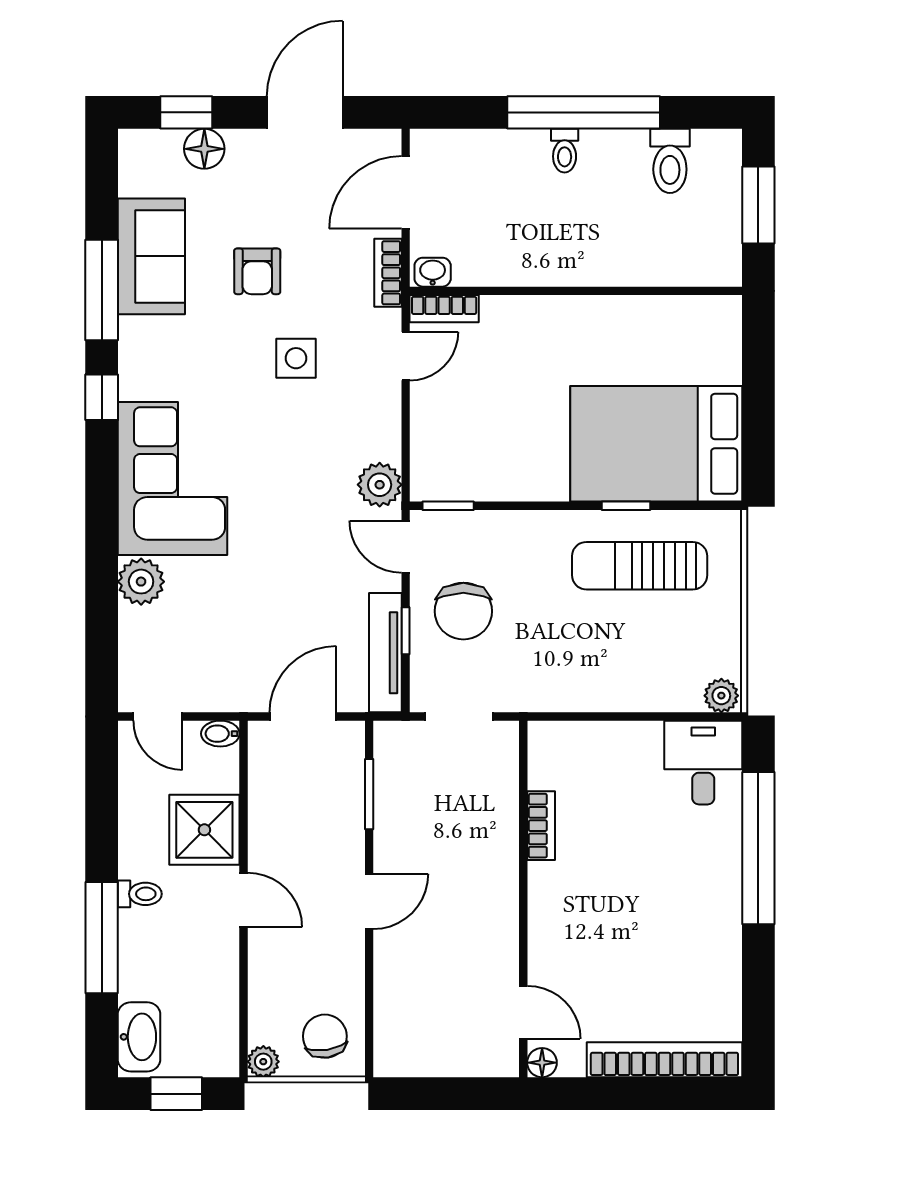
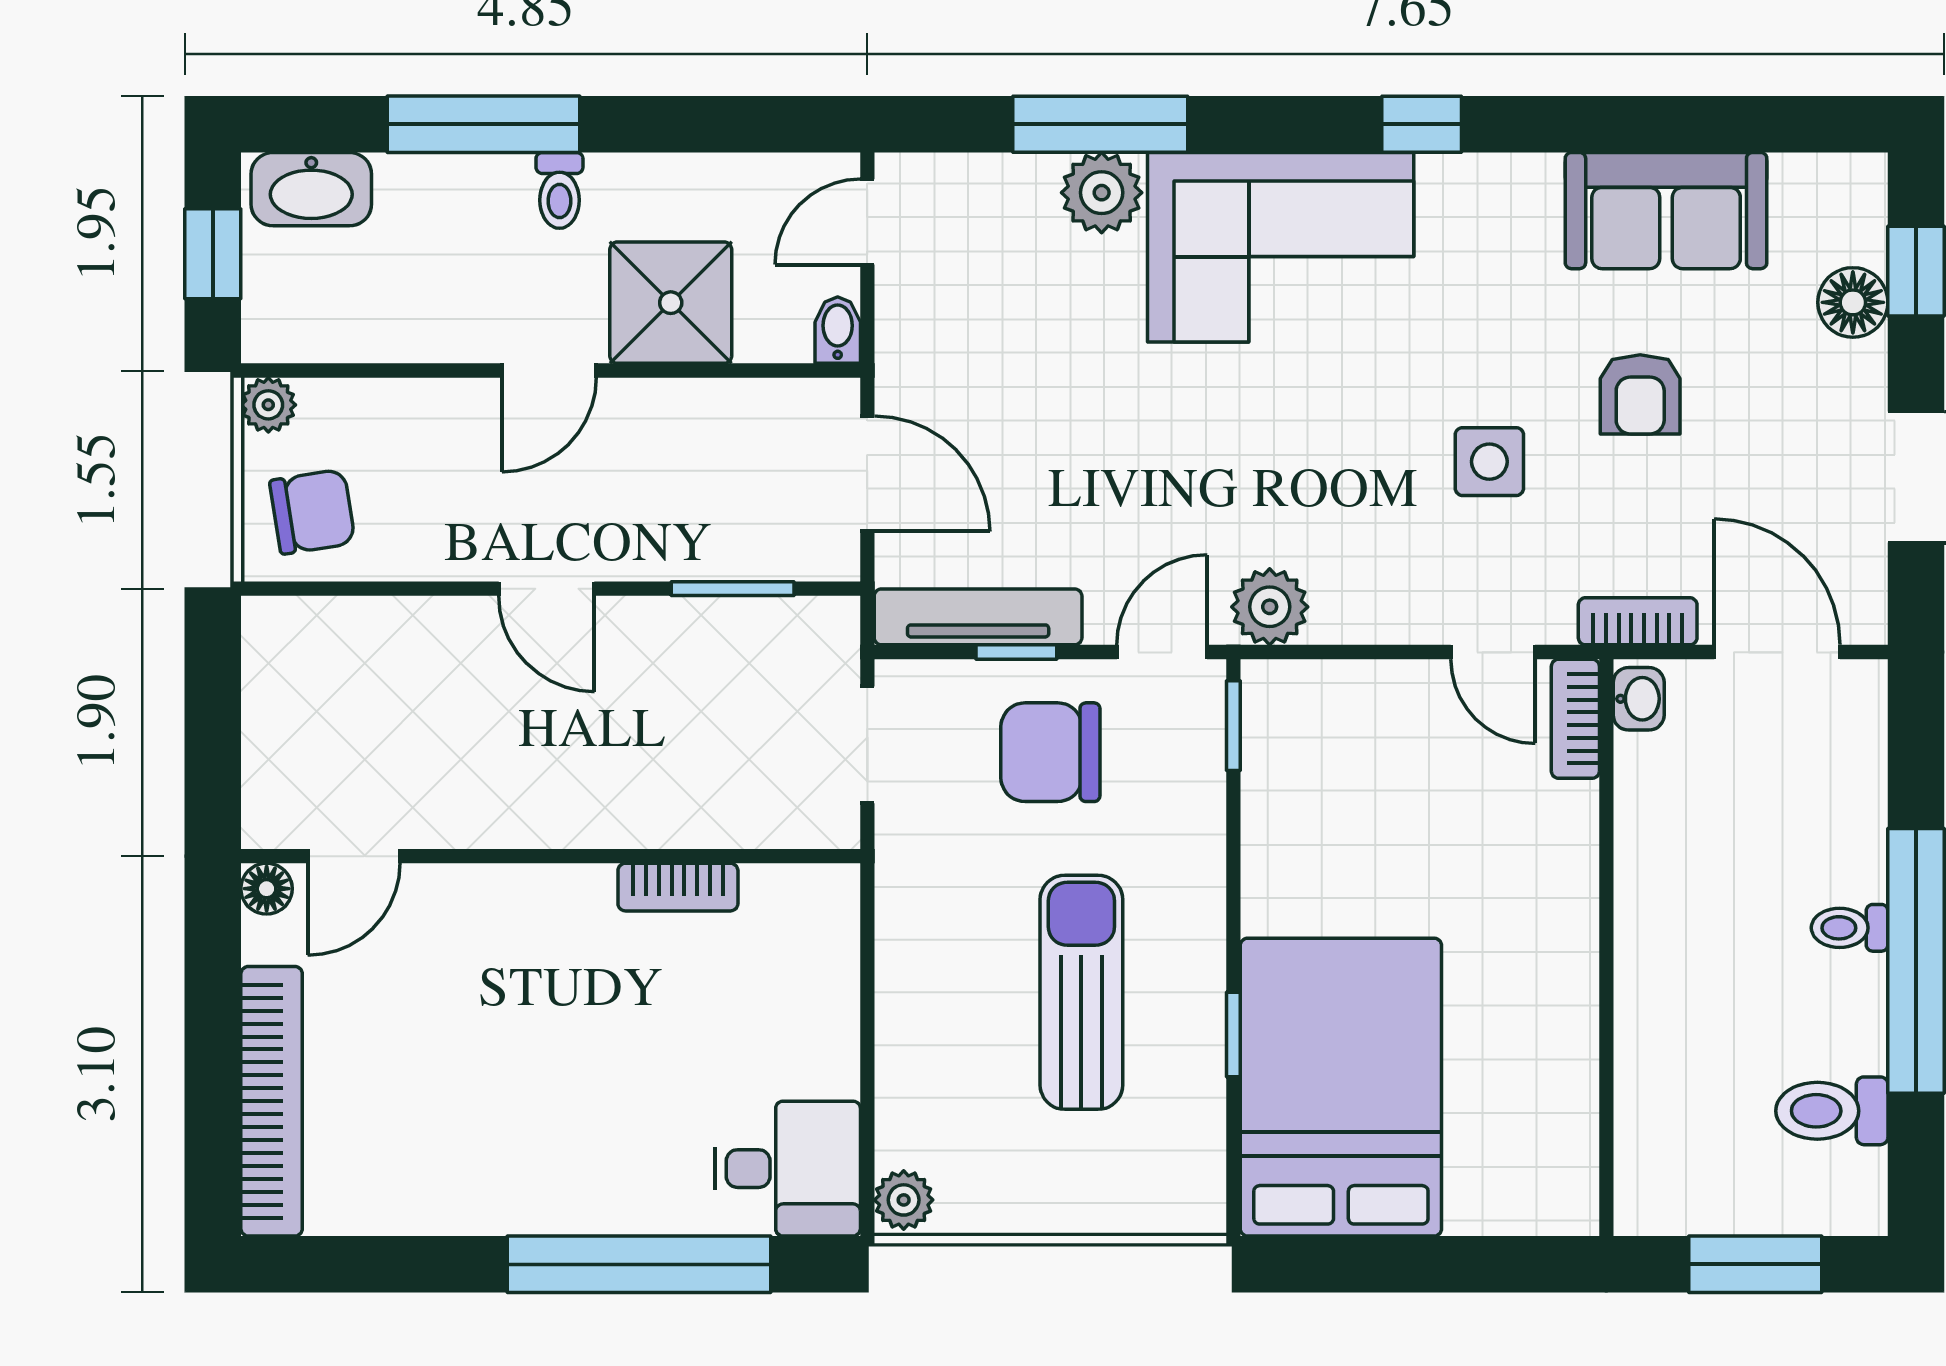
armchair: (257, 271) -> (1640, 394), turned -90
window: (102, 290) -> (1100, 124), moved
sun lounger: (640, 566) -> (1081, 992), moved

